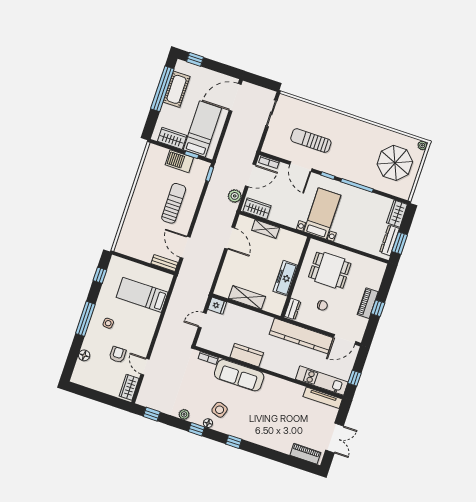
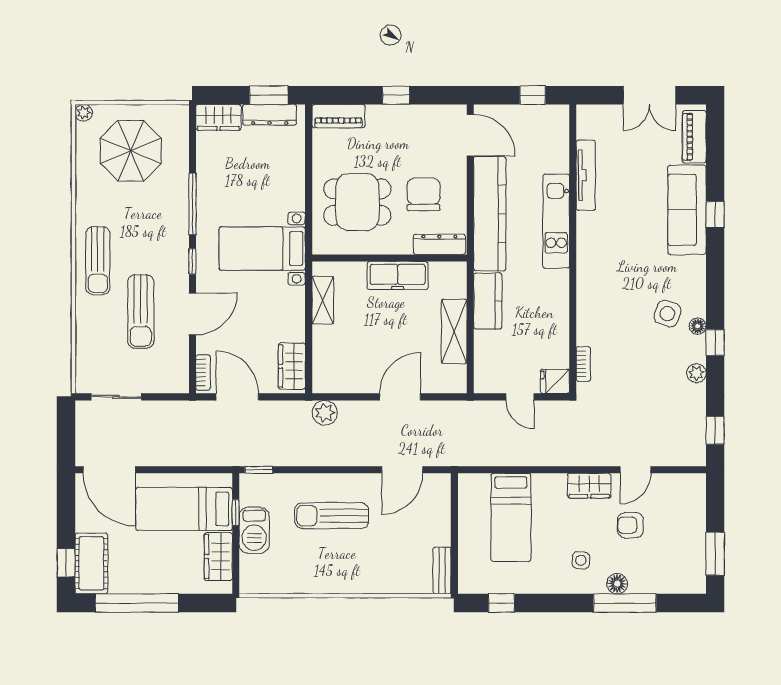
cot: (177, 89) -> (91, 563), moved, turned 90
sun lounger: (344, 127) -> (98, 261), added
plant: (235, 196) -> (325, 413), moved
shelving: (266, 229) -> (323, 300), moved
door: (230, 238) -> (400, 397), moved
bench: (165, 263) -> (442, 570), moved
dining table: (330, 270) -> (357, 202), turned 90
piano: (368, 303) -> (338, 116), moved
chair: (322, 305) -> (424, 194), width x1.87, depth x1.87
fridge: (217, 306) -> (555, 381), moved, turned -90
dresser: (293, 309) -> (439, 244), width x1.44
window: (85, 319) -> (625, 603), moved
floor lamp: (84, 355) -> (617, 584), moved
kitchen counter: (247, 355) -> (488, 301), moved, turned 180
sofa: (239, 375) -> (687, 210), moved, turned 180
kitchen unit: (322, 381) -> (556, 221), moved
wardrobe: (129, 387) -> (589, 486), moved
window: (88, 393) -> (715, 554), added
tv unit: (323, 398) -> (586, 175), moved
double door: (334, 438) -> (649, 95), swing flipped
window: (234, 442) -> (715, 215), moved

